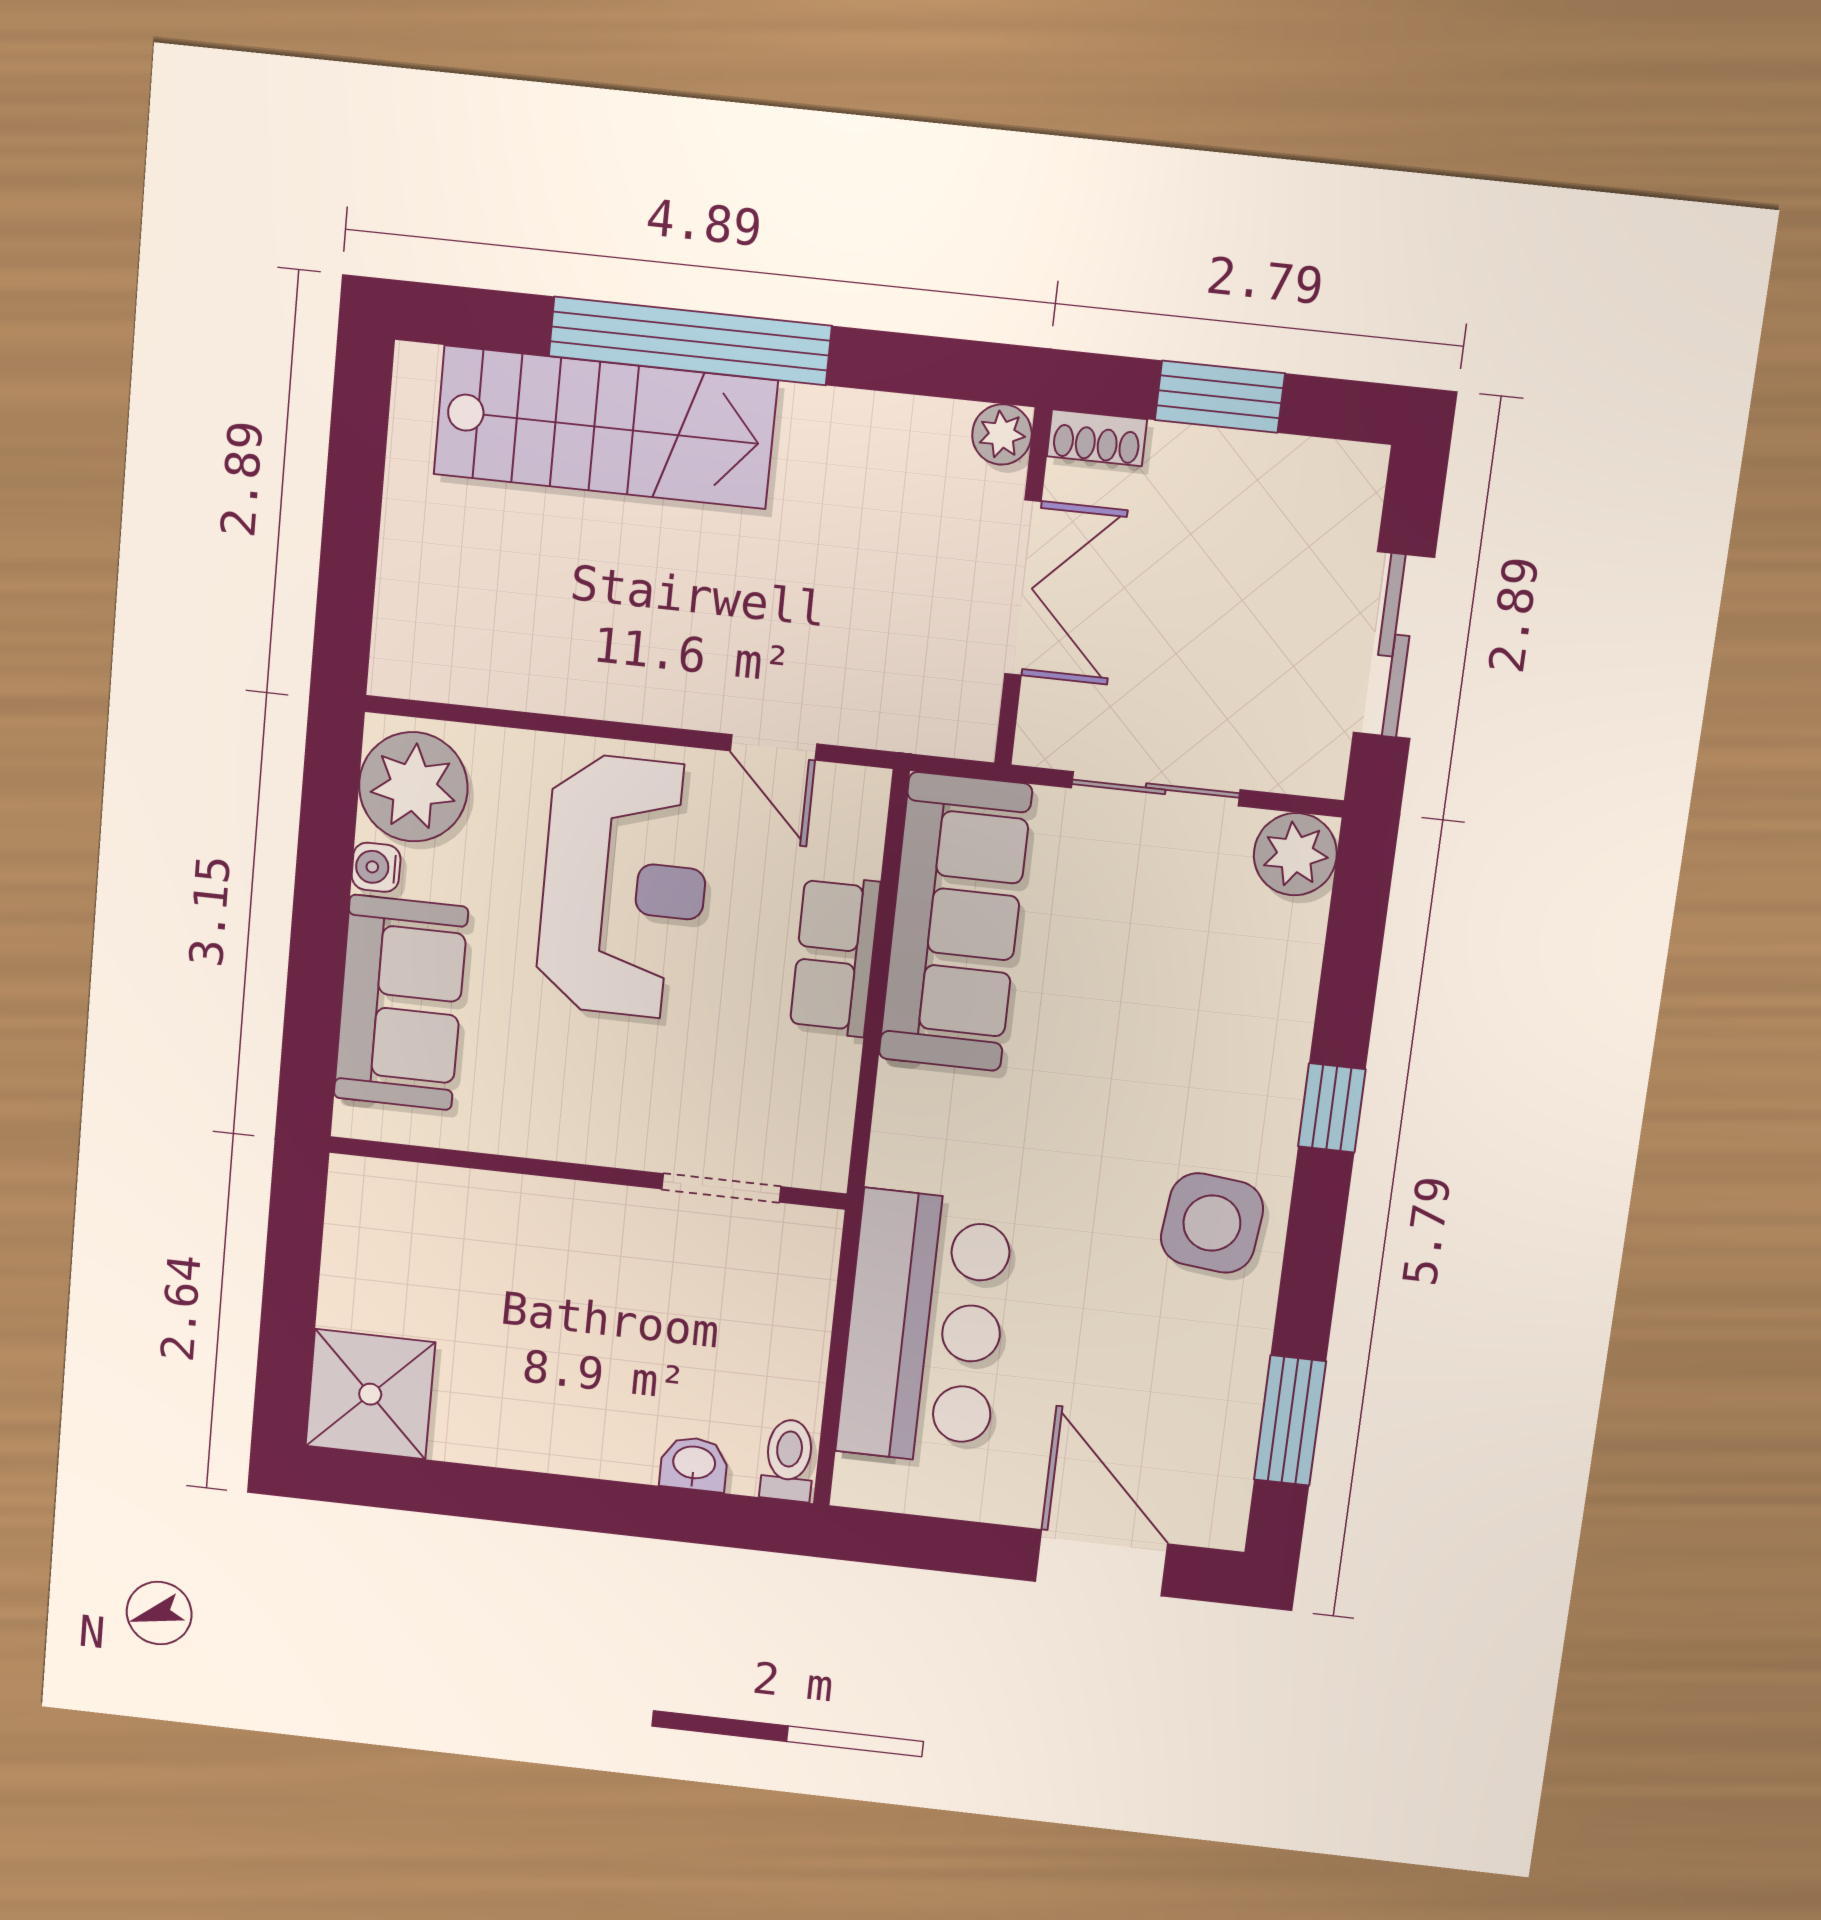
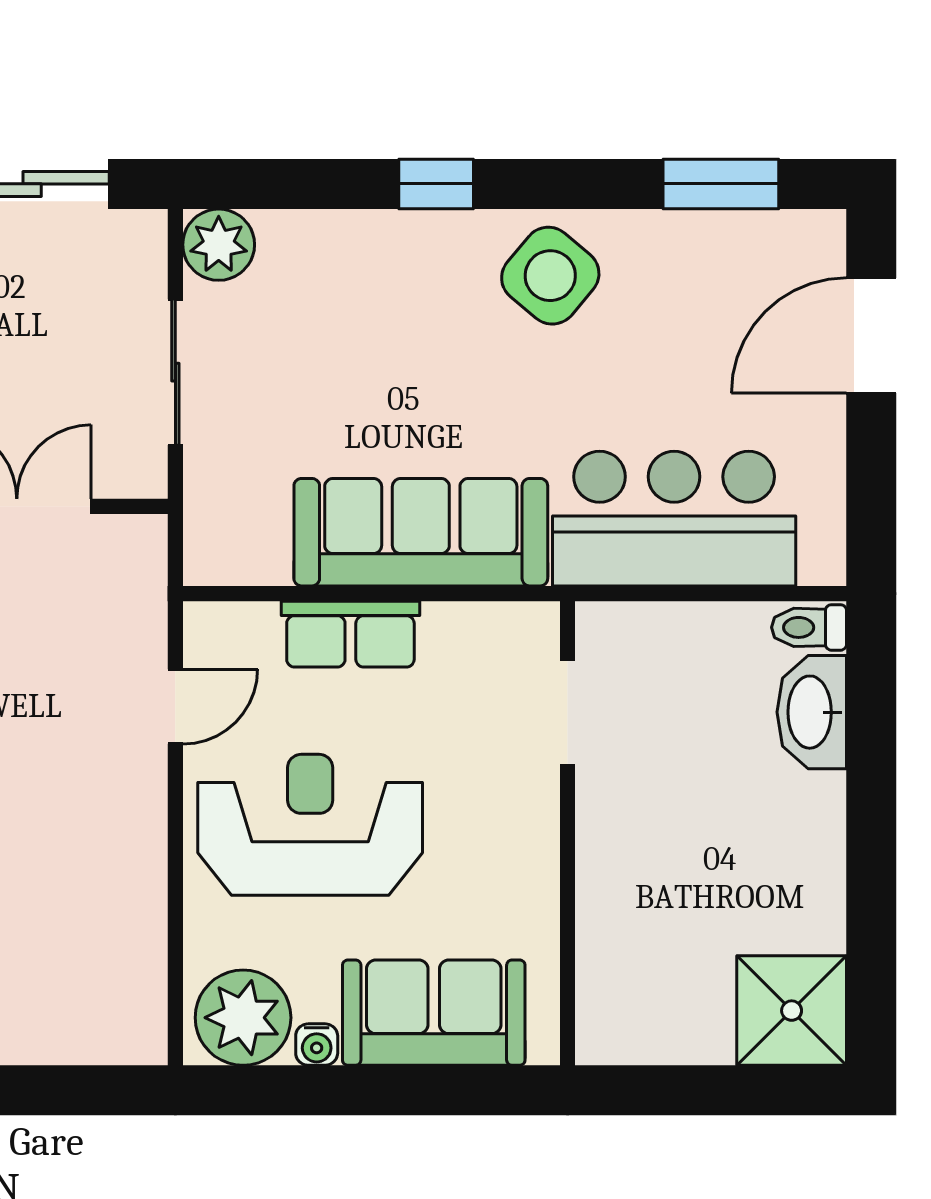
sofa: (955, 922) -> (421, 532), moved
side table: (1212, 1223) -> (550, 276), turned 34
washbasin: (694, 1464) -> (812, 712), width x1.91, depth x1.45

